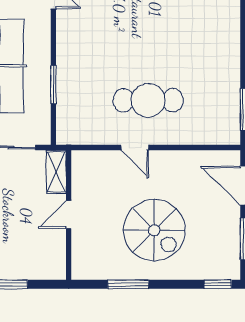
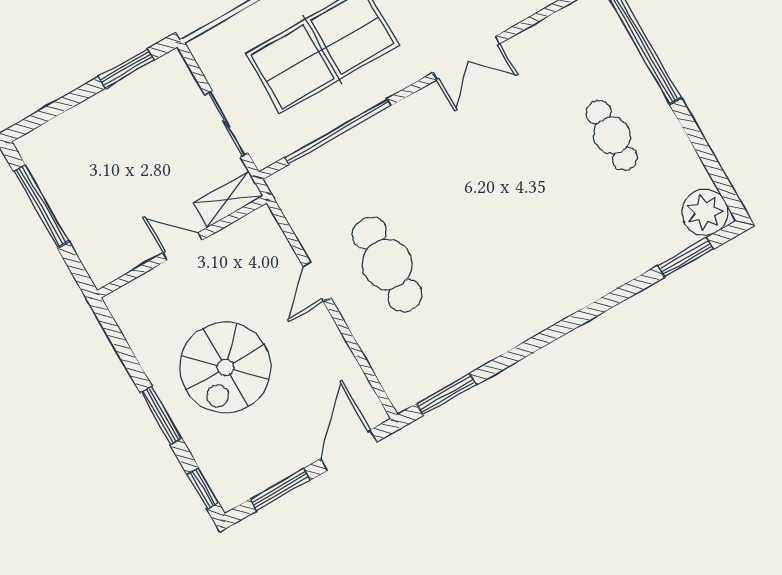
window: (53, 85) -> (338, 132), width x2.11
window: (128, 284) -> (161, 416), moved

